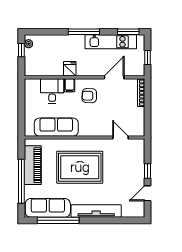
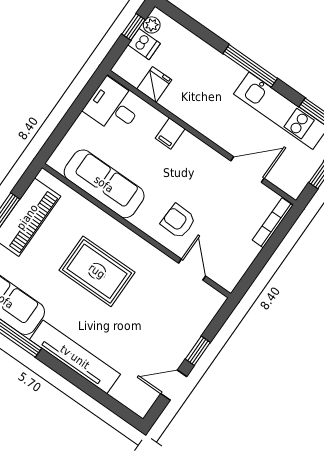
dishwasher: (31, 54) -> (144, 44), added
fridge: (70, 69) -> (154, 84), moved
desk: (52, 91) -> (113, 106), moved, turned -90
armchair: (89, 96) -> (178, 221), moved
rug: (80, 167) -> (97, 271), width x0.73, depth x0.69

